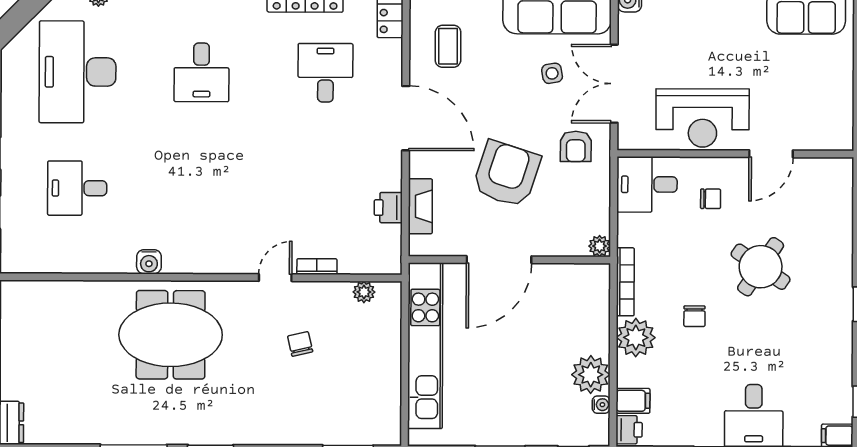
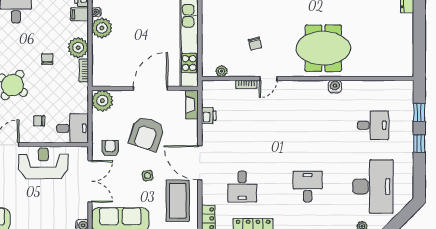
coffee table: (448, 46) -> (178, 201), width x1.86, depth x1.72
side table: (552, 73) -> (148, 176), moved
fireplace: (420, 206) -> (192, 105), moved
plant: (600, 246) -> (102, 101), width x1.87, depth x1.87
bookcase: (625, 282) -> (84, 70), width x0.64

